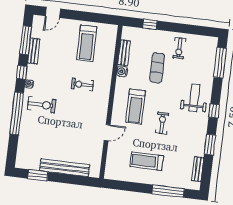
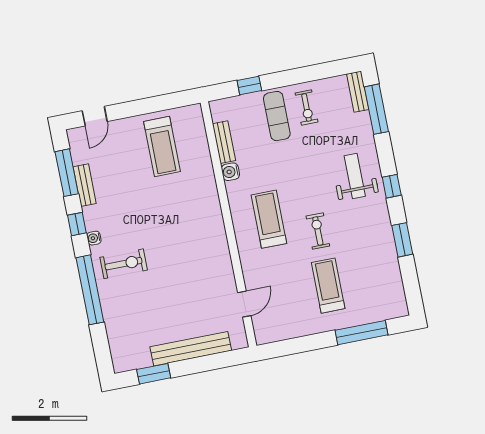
exercise mat: (157, 68) -> (277, 116), moved
exercise bike: (82, 85) -> (176, 212), removed
treadmill: (136, 107) -> (269, 219), turned 180
door: (107, 133) -> (244, 304), moved
treadmill: (147, 161) -> (328, 286), moved, turned 90
bench: (198, 169) -> (358, 92), moved

